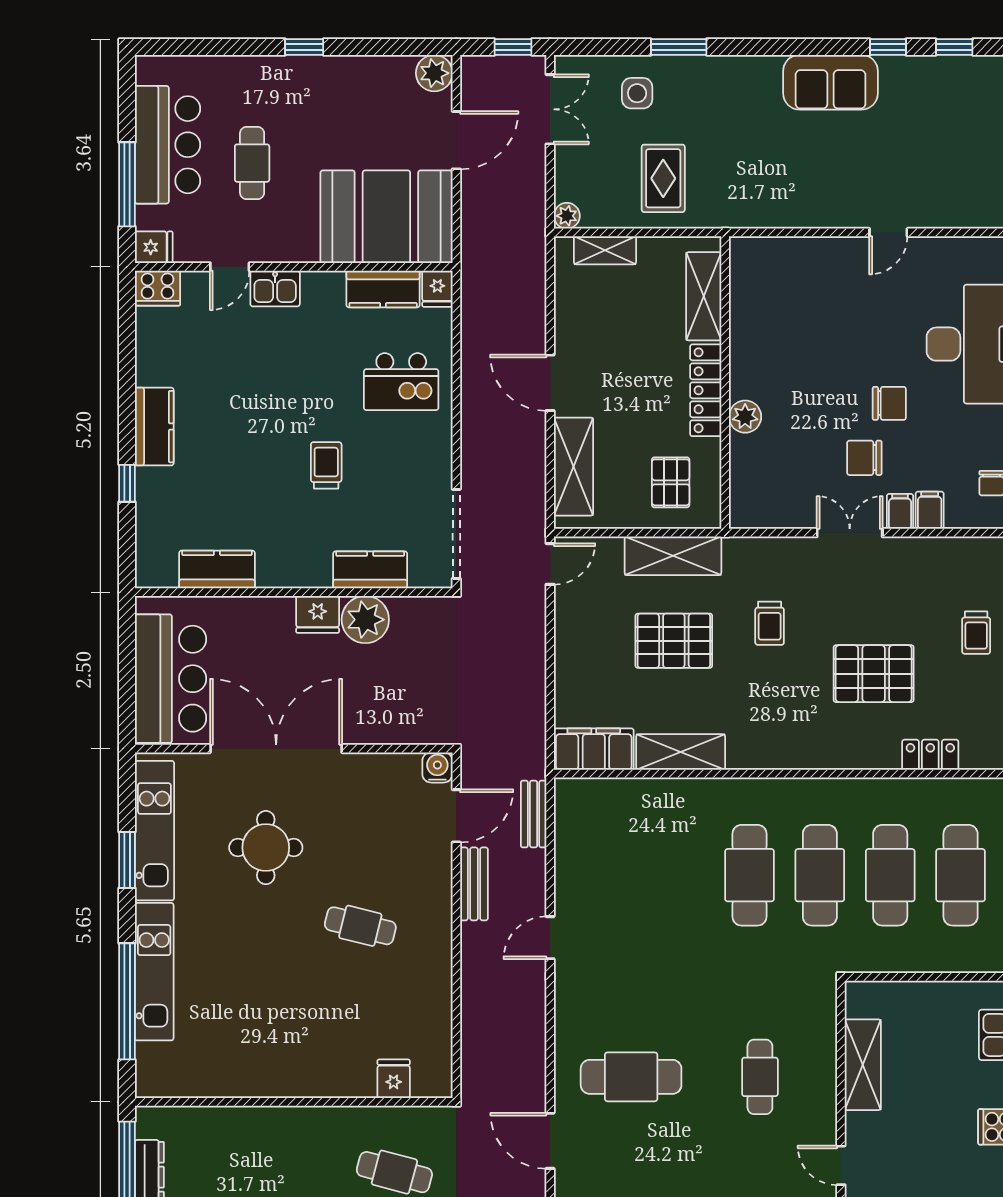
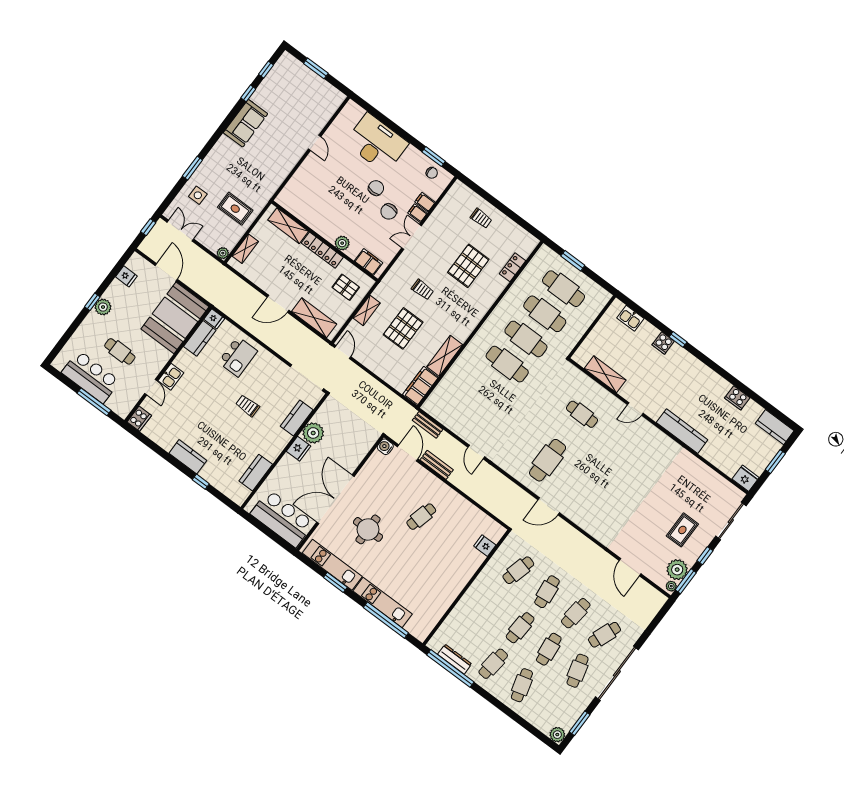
plant: (434, 73) -> (103, 307), moved
fridge: (154, 247) -> (126, 276), moved, turned 90
filing cabinet: (747, 489) -> (369, 262), added
shelving: (673, 556) -> (367, 311), width x0.67, depth x0.75

